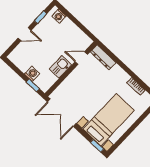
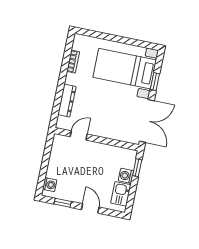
dresser: (103, 57) -> (67, 101), moved
door: (81, 58) -> (79, 135), swing flipped
kitchen sink: (60, 67) -> (121, 194), moved, turned 90
window: (97, 146) -> (155, 82), moved

